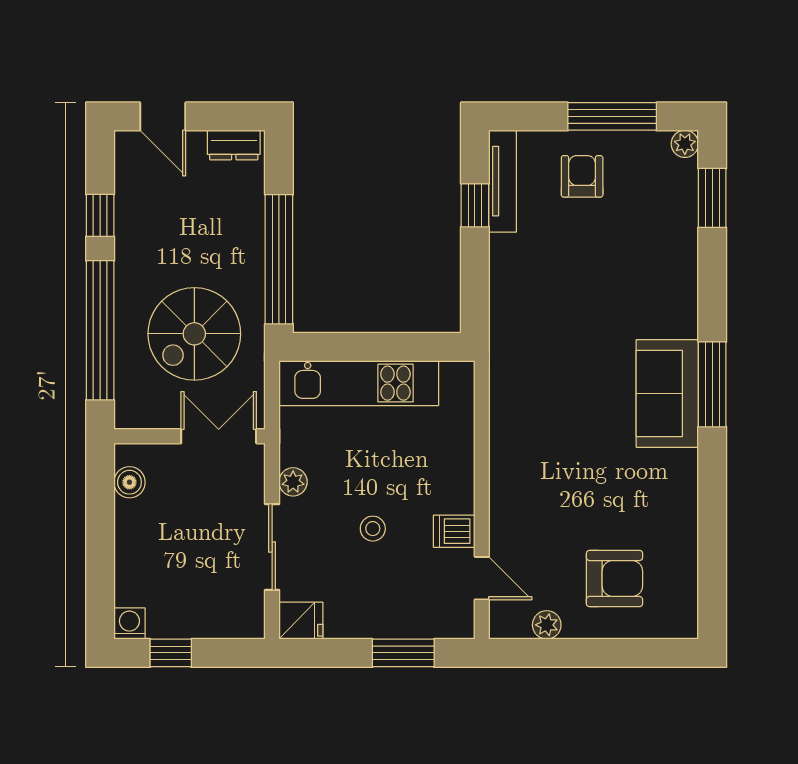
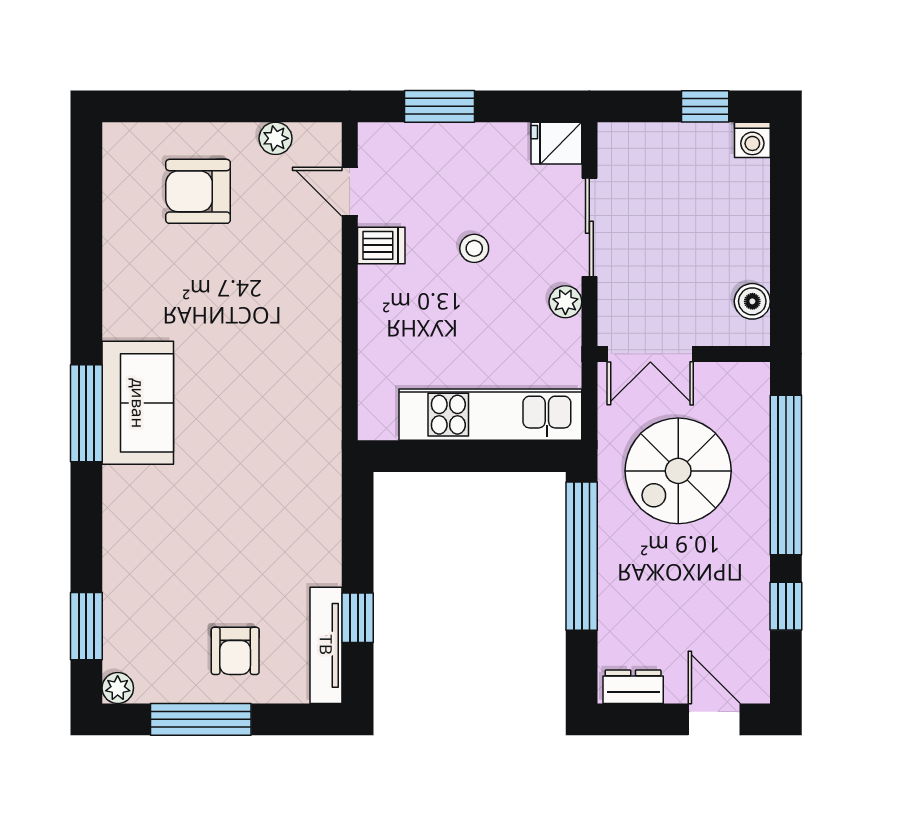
spiral stairs: (194, 334) -> (678, 471), turned 180

